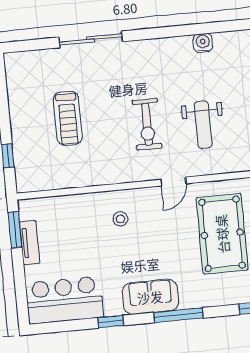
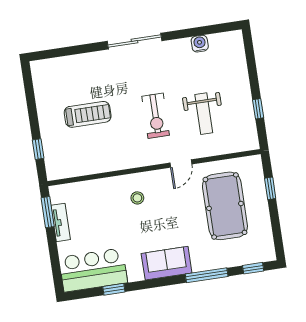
sliding door: (91, 39) -> (135, 41), moved
treadmill: (68, 118) -> (88, 114), turned -90
window: (178, 315) -> (207, 275), moved
window: (111, 322) -> (114, 289), moved

